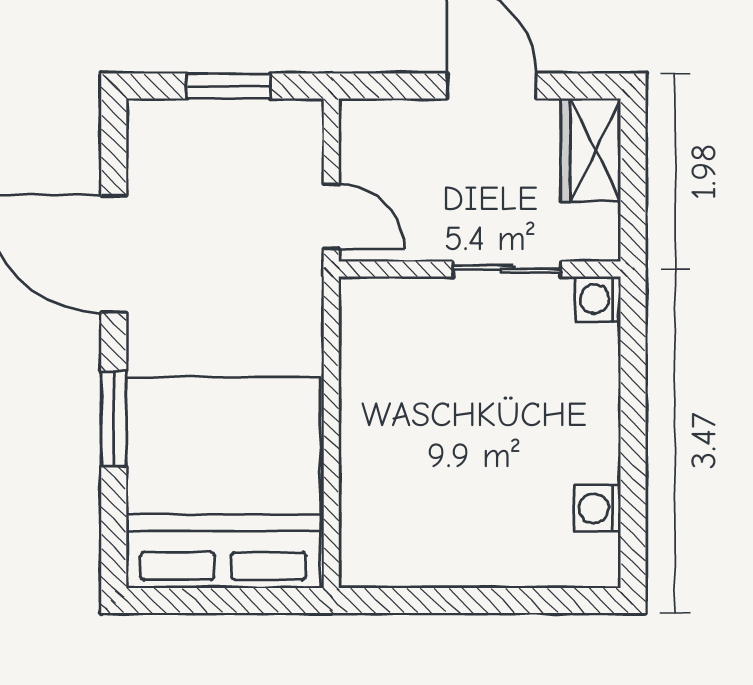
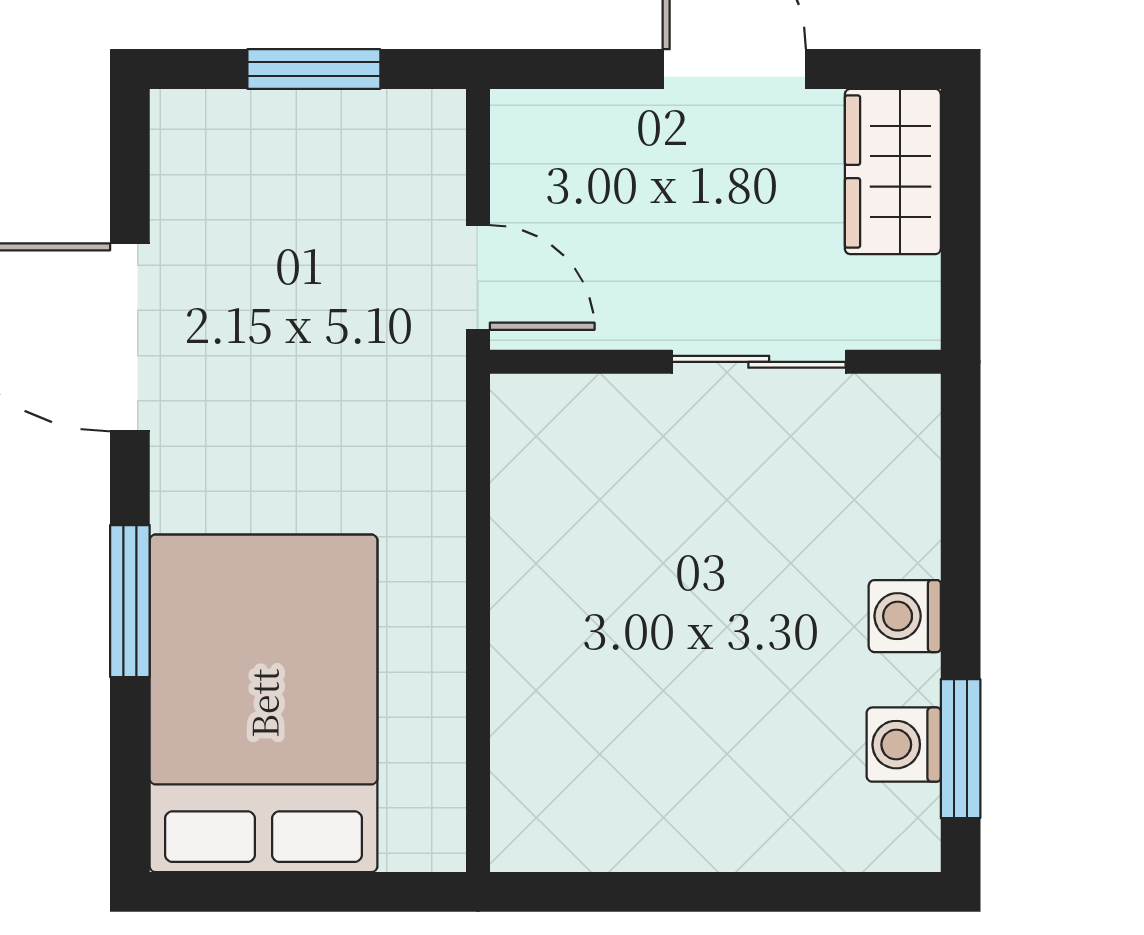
washing machine: (598, 299) -> (905, 616), moved
bed: (223, 483) -> (263, 703), width x0.73
window: (633, 511) -> (961, 749), added

